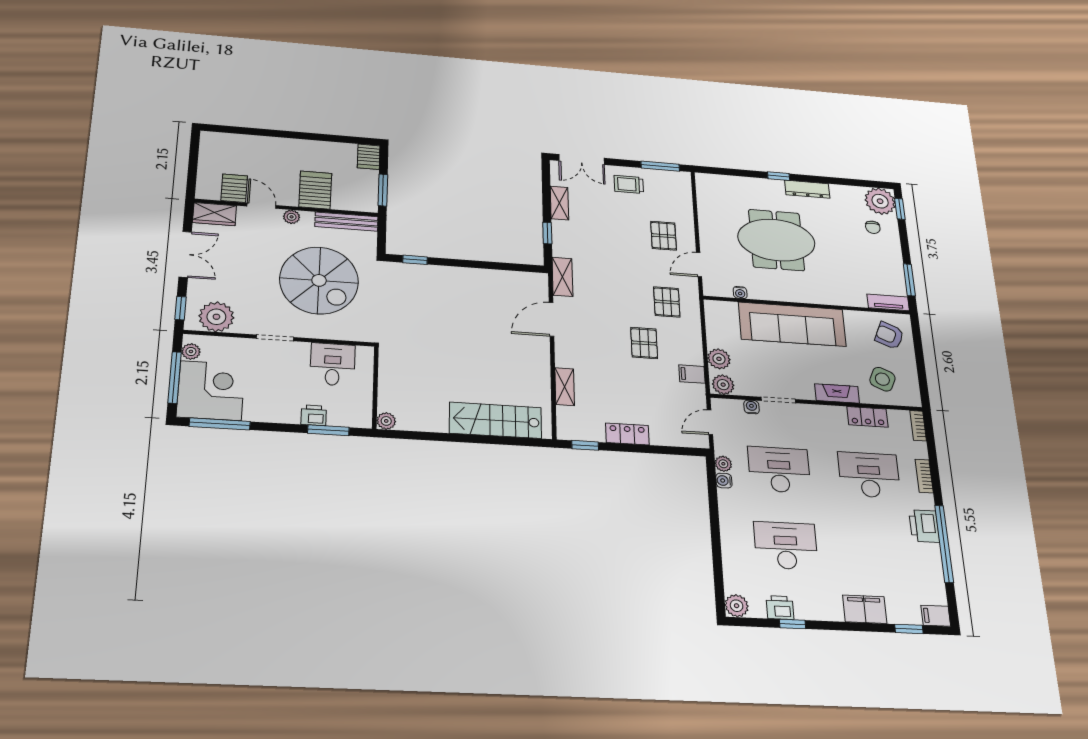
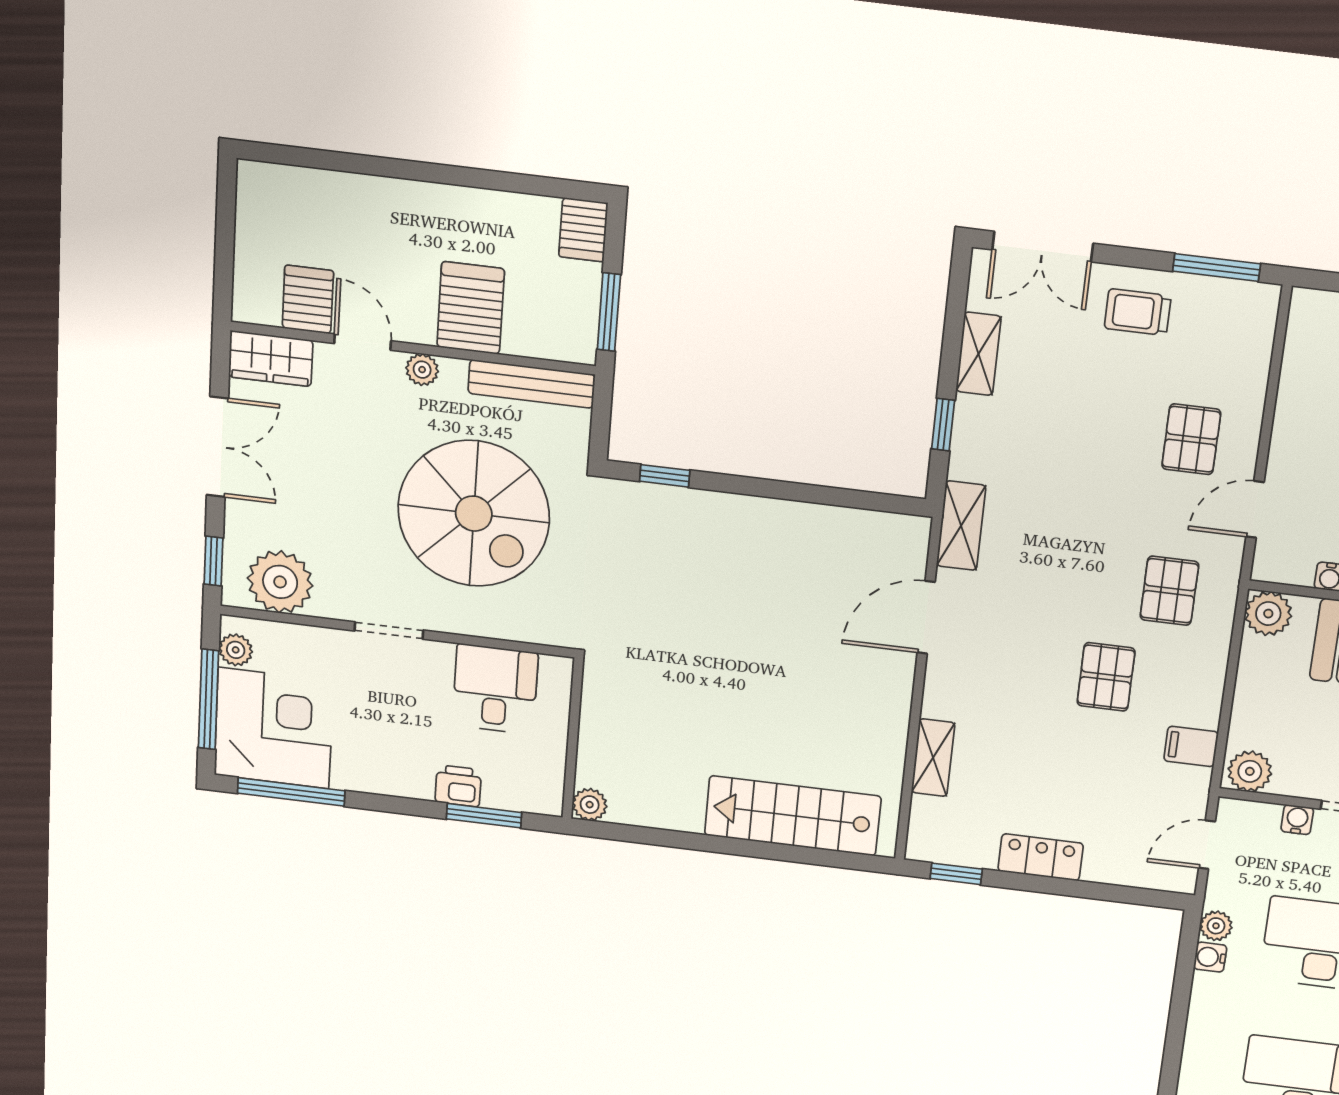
plant: (719, 359) -> (1268, 614), moved

